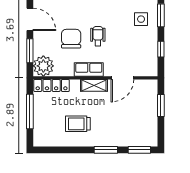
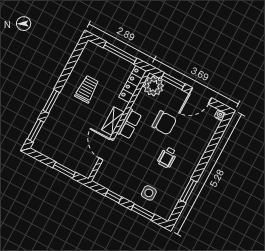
wheelchair: (98, 36) -> (167, 157), moved, turned 90

